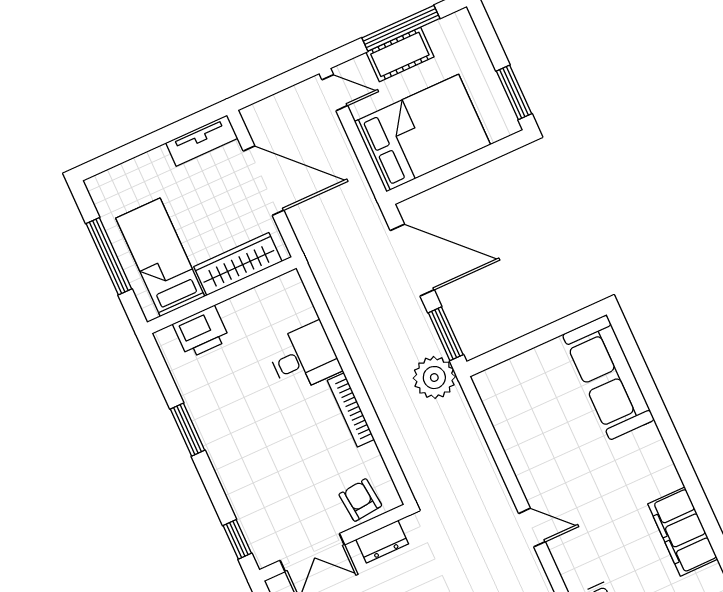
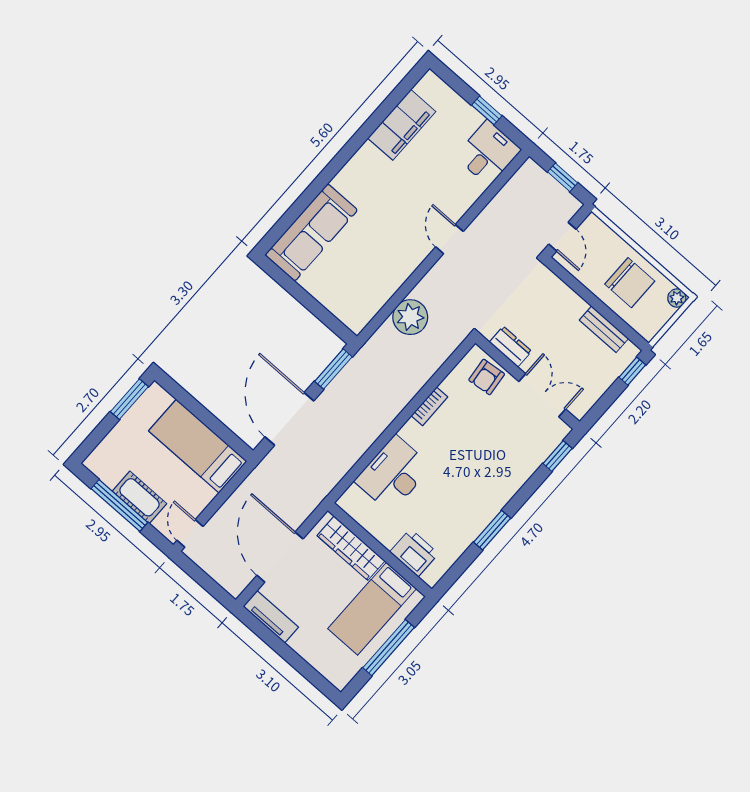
bed: (422, 133) -> (198, 446), width x0.67
desk: (304, 357) -> (393, 474), width x1.37
plant: (434, 378) -> (410, 317), moved
bookcase: (351, 410) -> (429, 406), width x0.64

